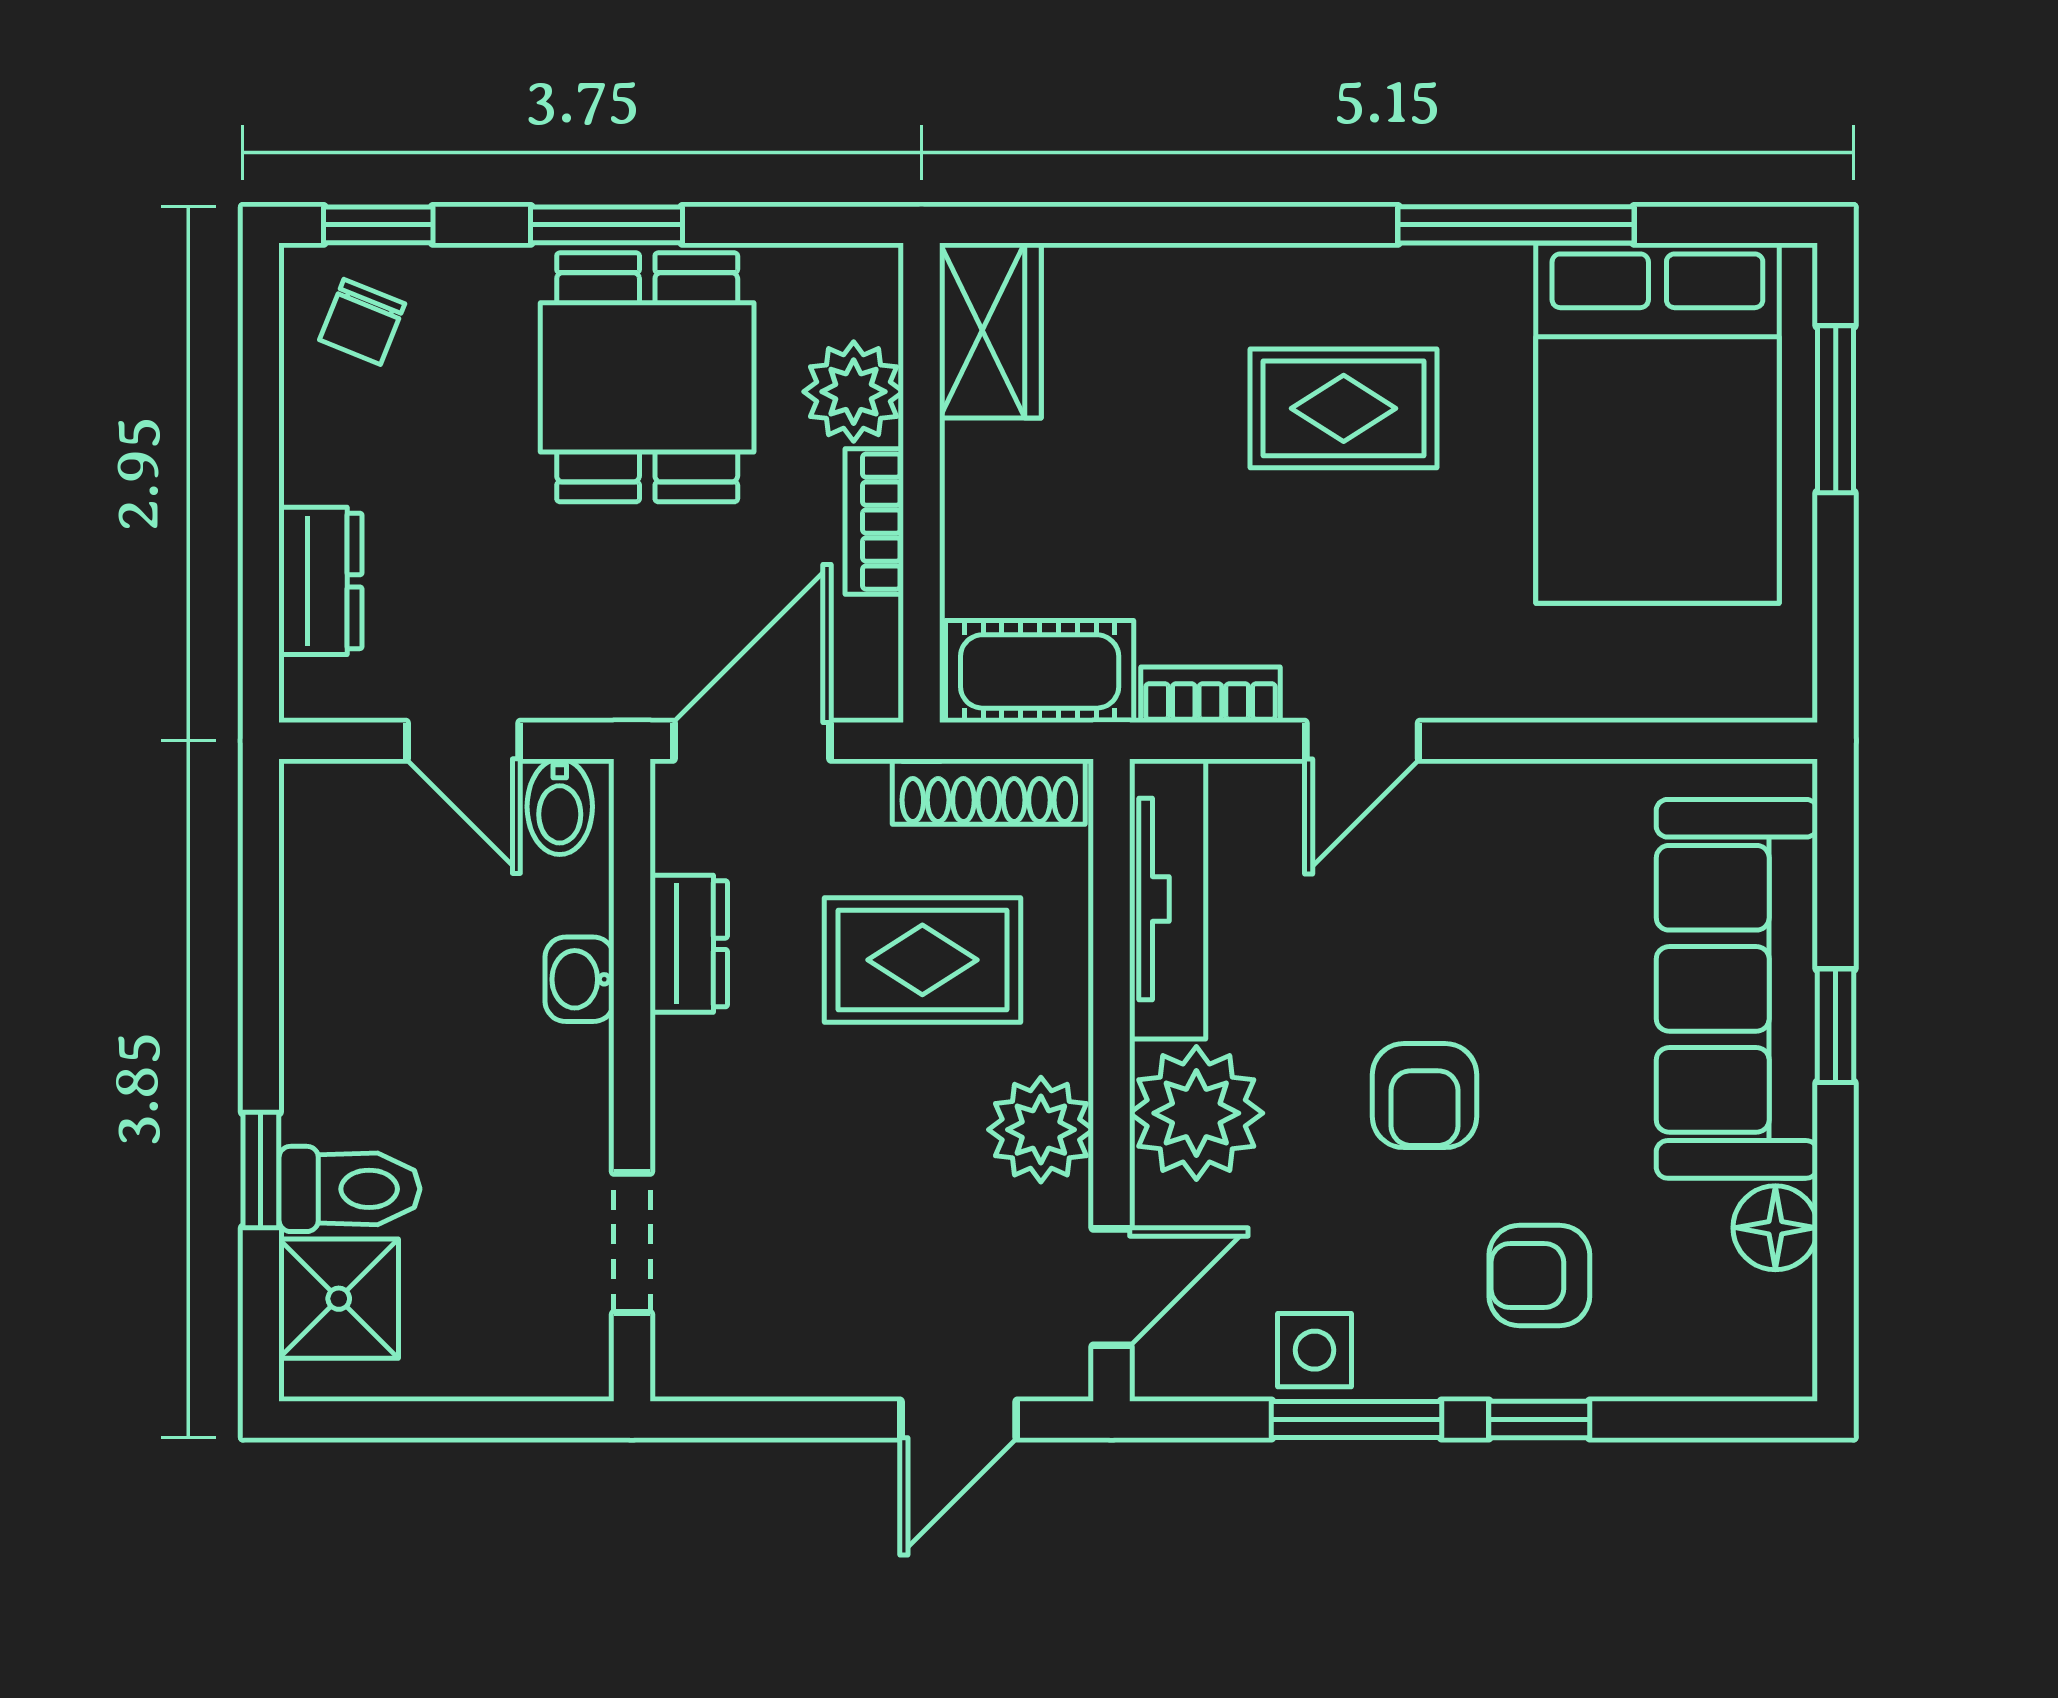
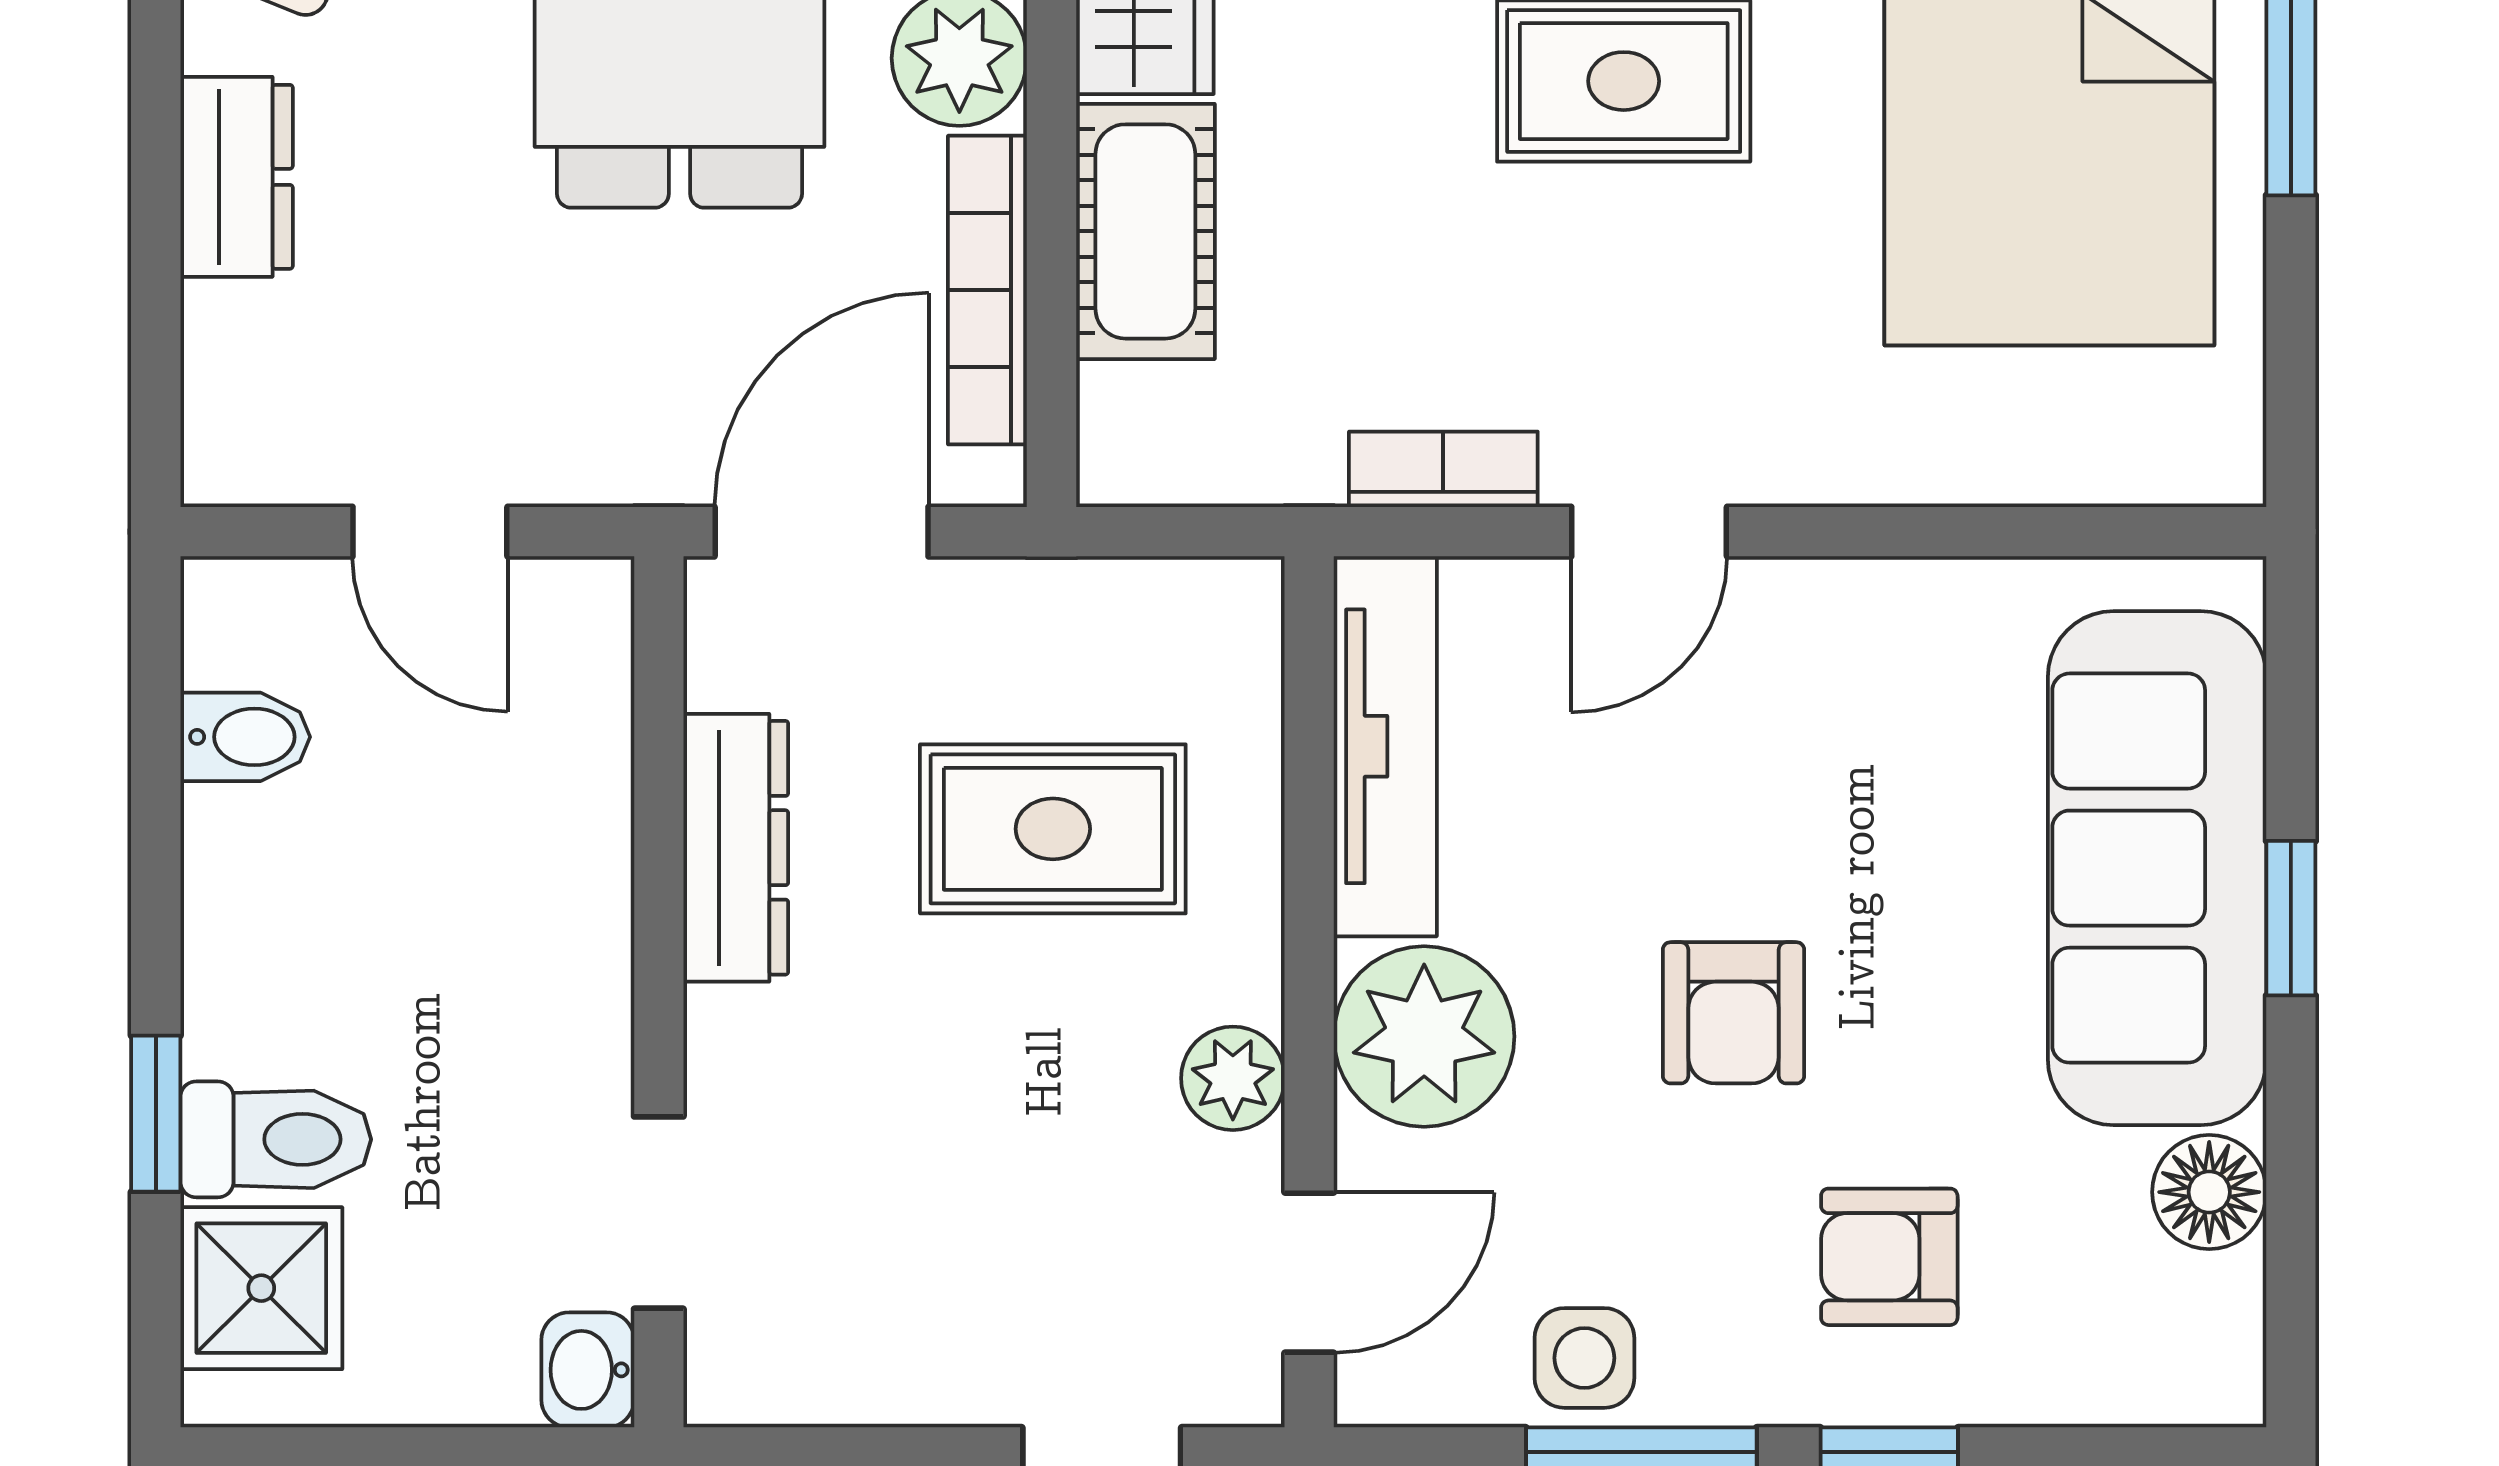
bookcase: (874, 522) -> (987, 290), width x1.56
dresser: (320, 581) -> (237, 177), moved
cot: (1040, 671) -> (1145, 231), moved, turned 90
shoe rack: (989, 792) -> (1143, 601), removed
bidet: (560, 807) -> (245, 737), moved, turned -90
dresser: (689, 944) -> (736, 848), width x1.44
washbasin: (580, 979) -> (588, 1370), moved
plant: (1041, 1130) -> (1233, 1078), width x0.73, depth x0.73

